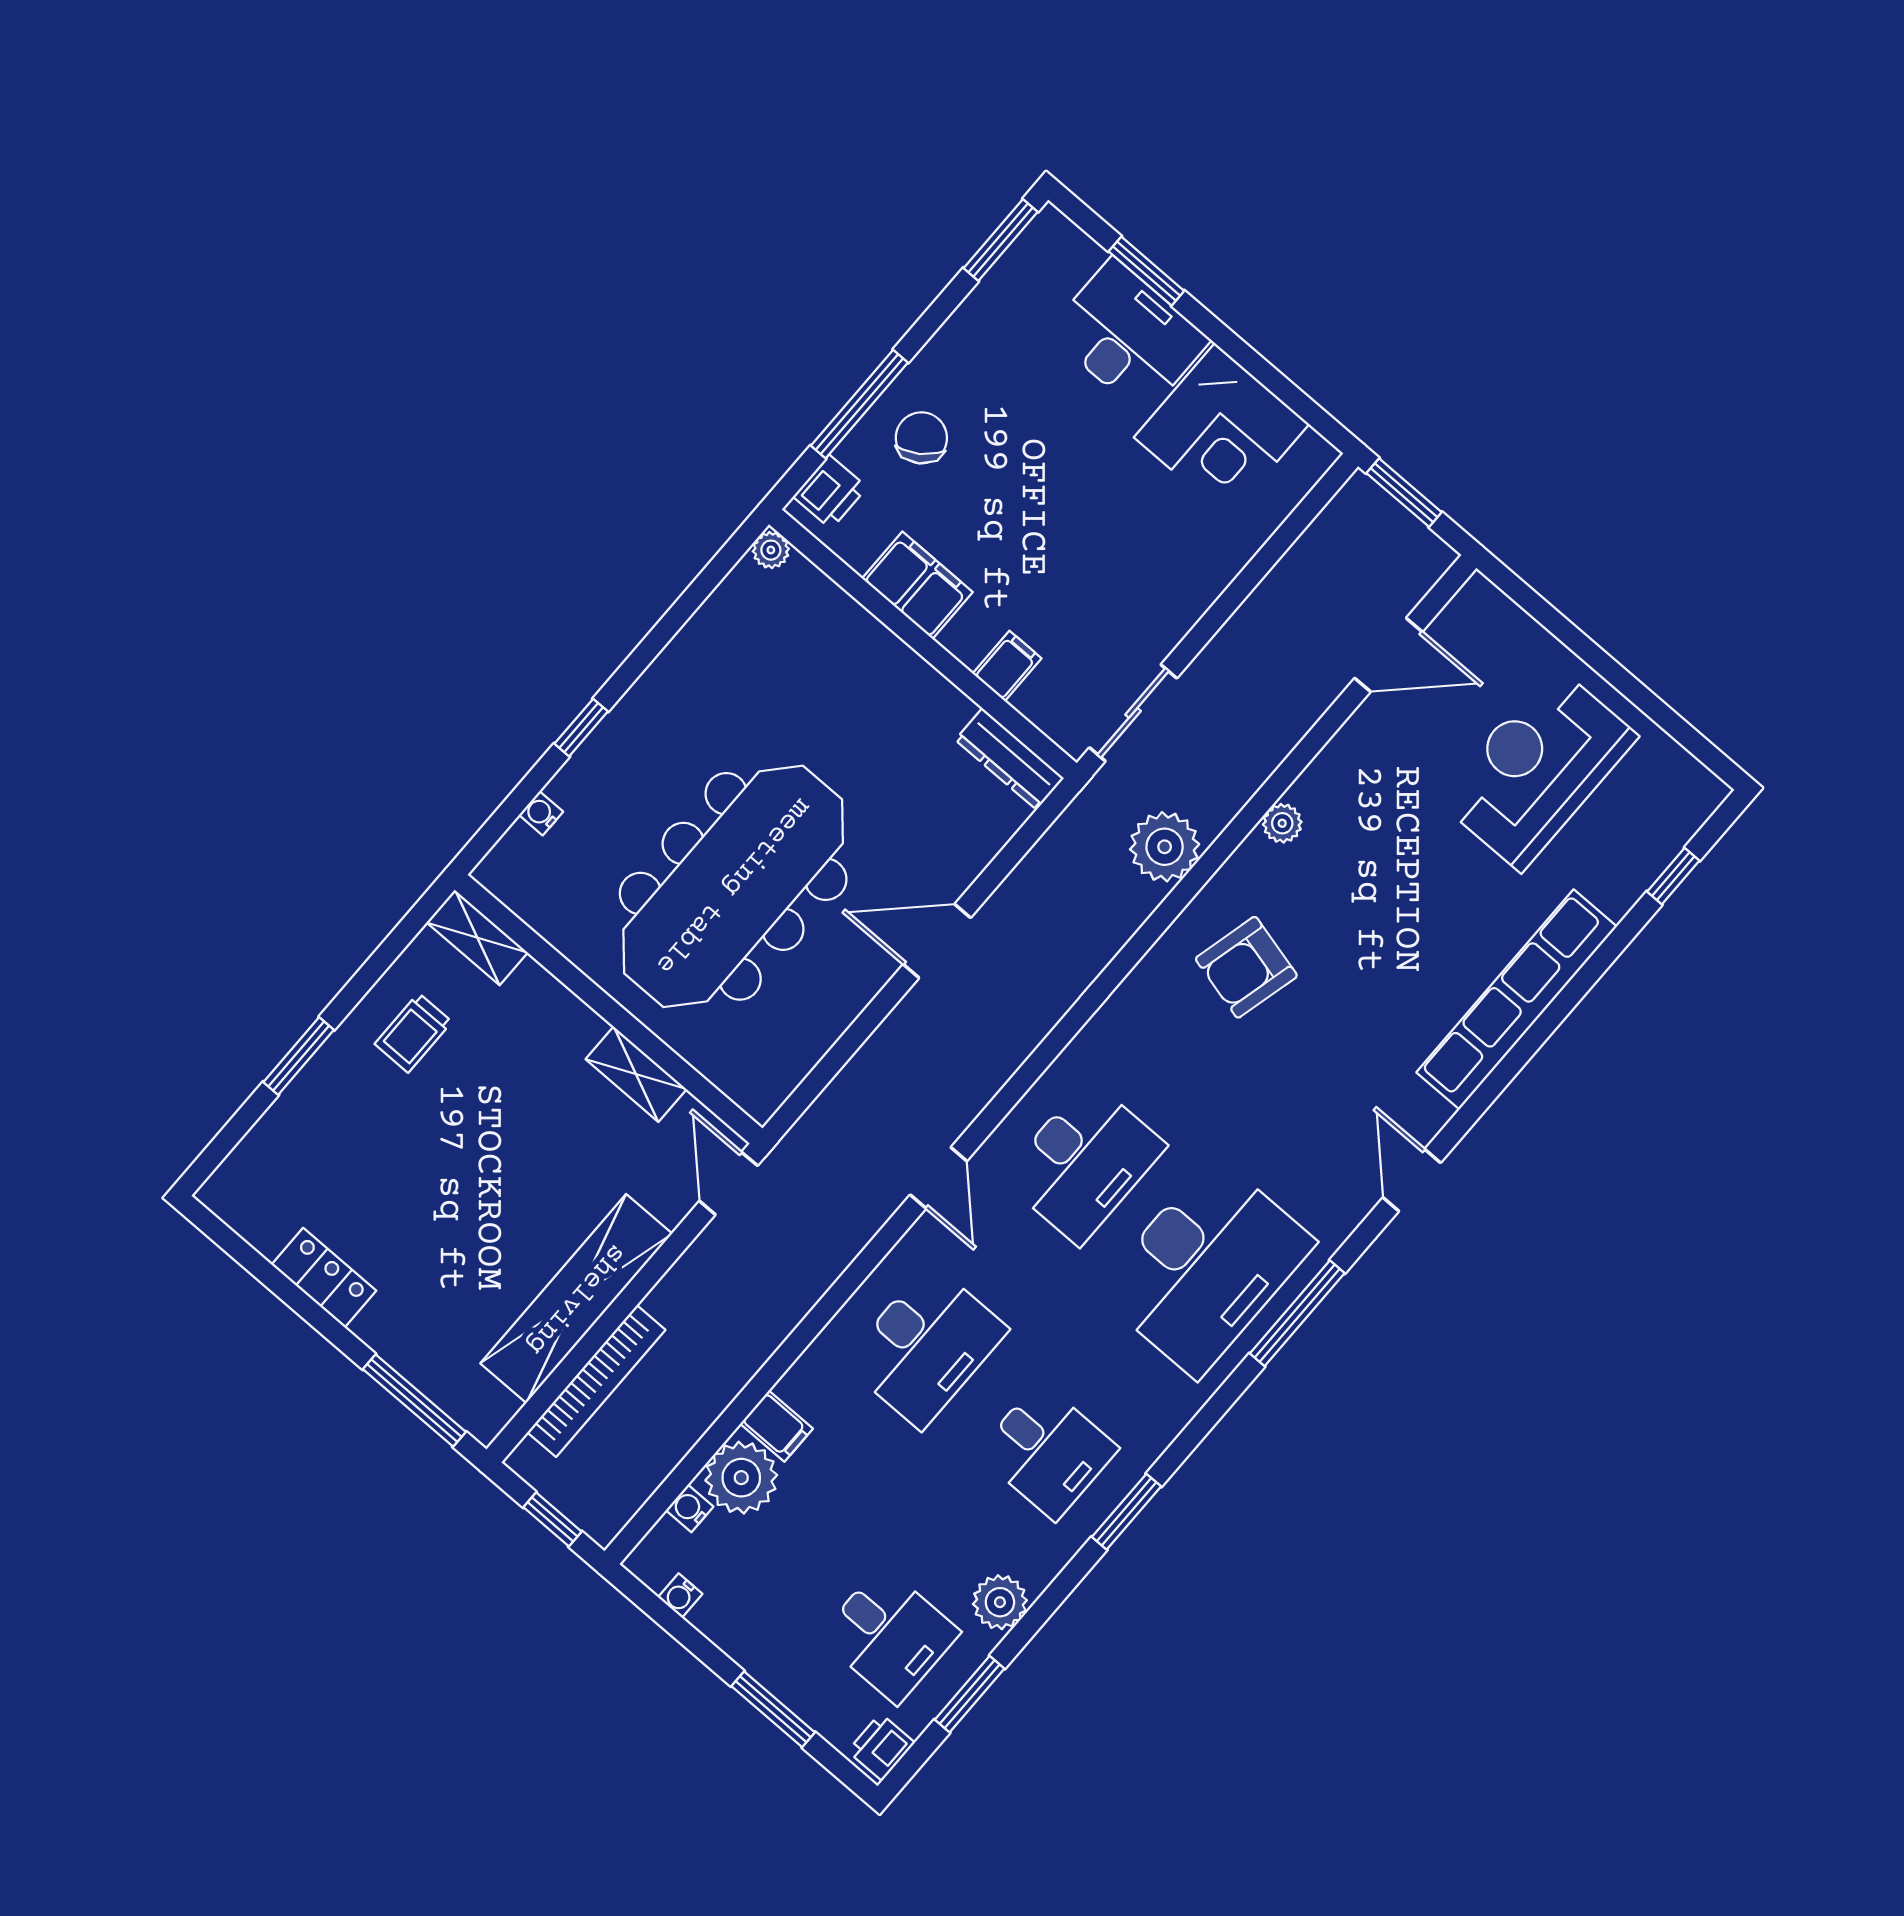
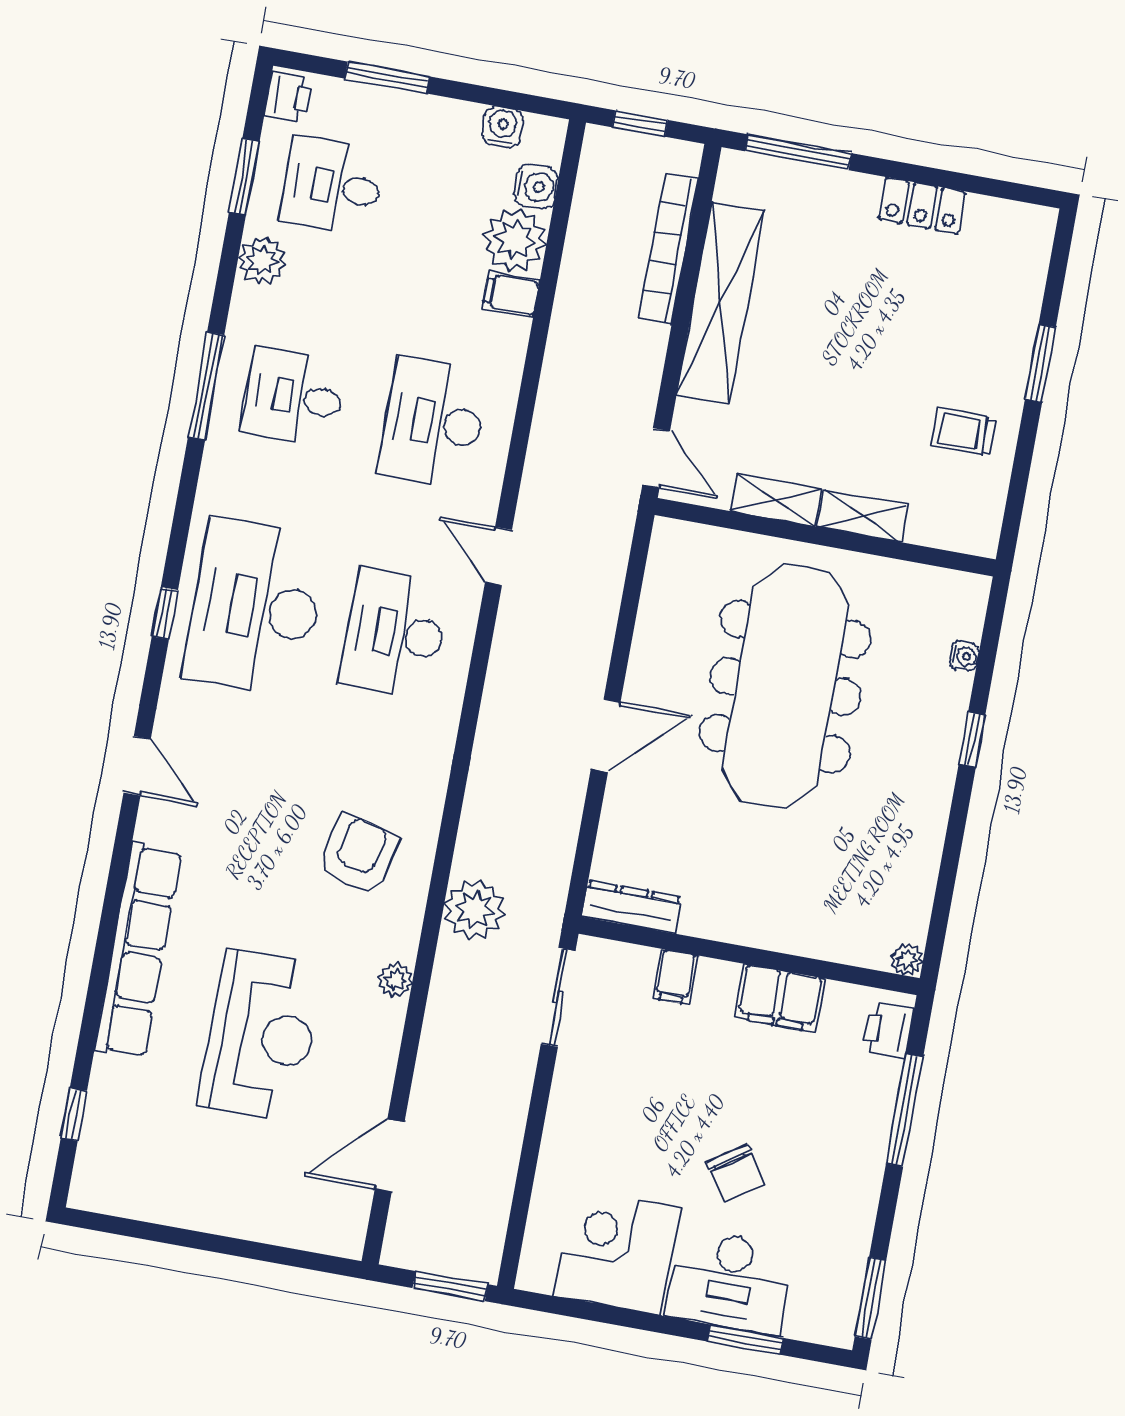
chair: (921, 438) -> (736, 1173), moved
reception desk: (1537, 768) -> (261, 1036), moved
shelving: (477, 938) -> (862, 516), moved
trolley: (413, 1033) -> (963, 432), turned -90
window: (1297, 1313) -> (165, 613), width x0.46
water cooler: (690, 1508) -> (536, 186), width x1.38, depth x1.38
window: (1127, 1512) -> (206, 386), width x1.44
water cooler: (680, 1596) -> (502, 127), width x1.38, depth x1.38

